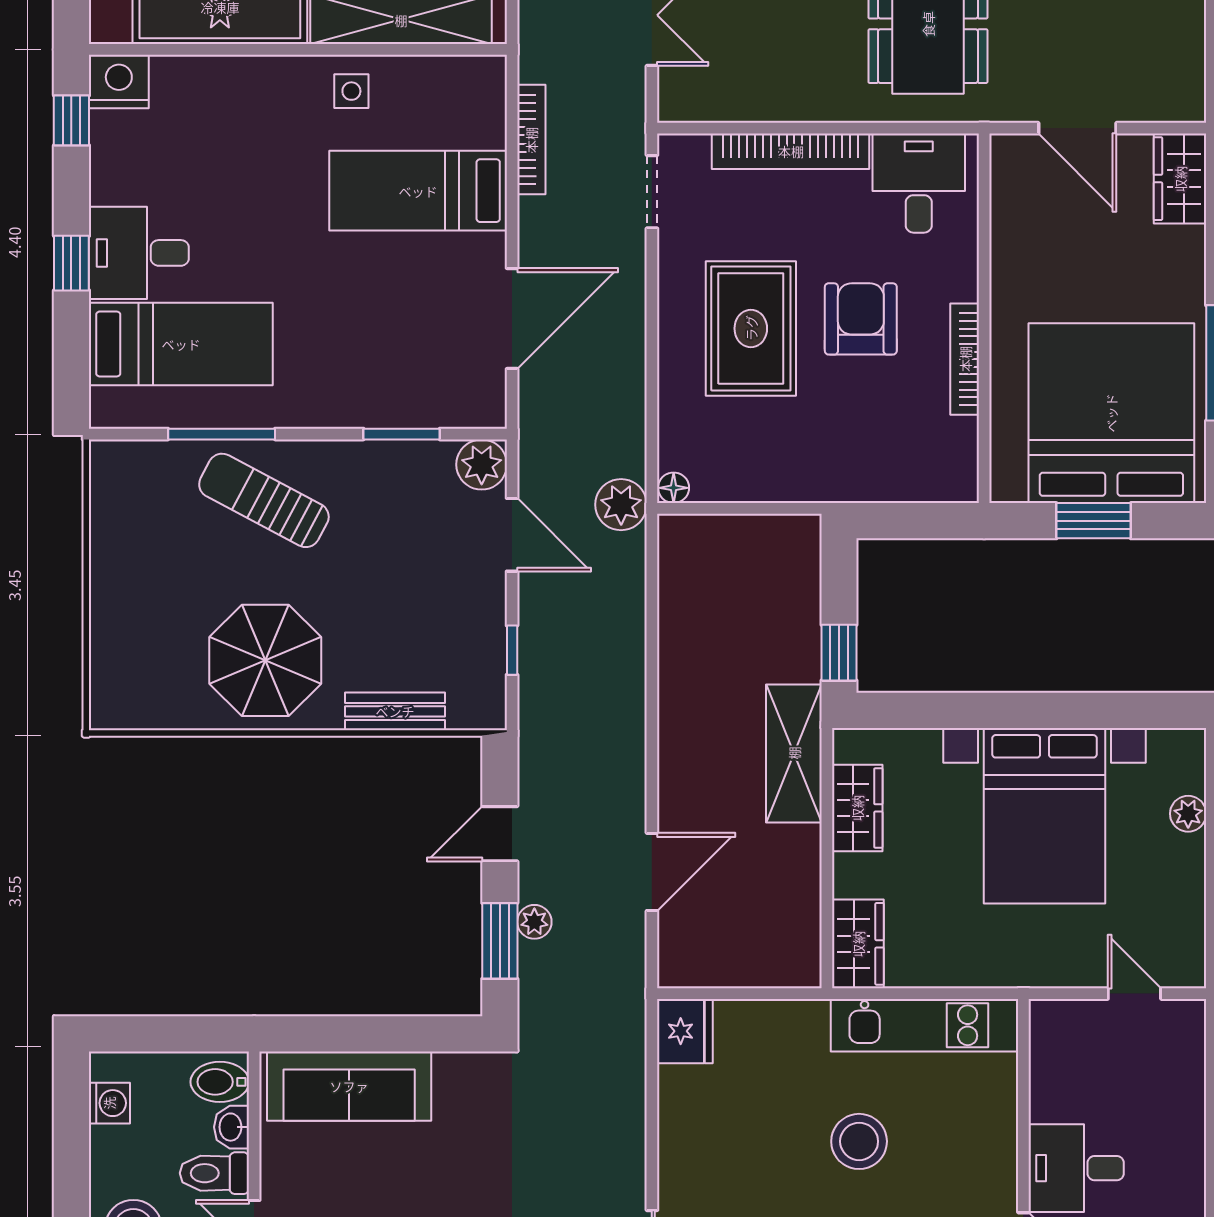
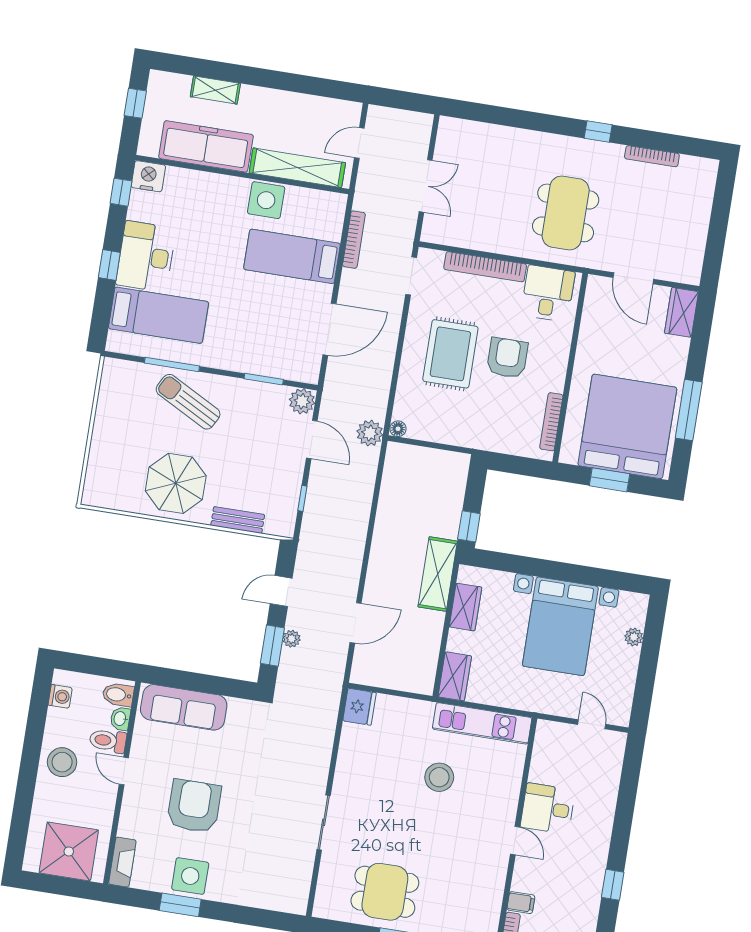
side table: (351, 91) -> (266, 200), width x1.87, depth x1.87
desk: (139, 253) -> (146, 257), width x1.37
bookcase: (965, 359) -> (551, 422), moved

